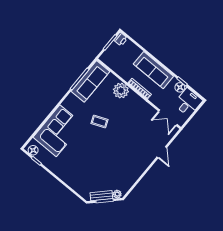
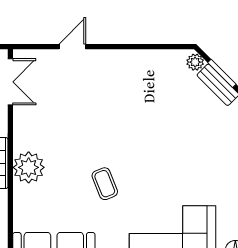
plant: (121, 91) -> (29, 167), moved

